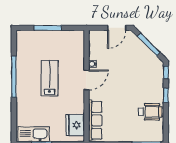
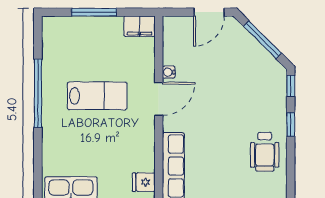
filing cabinet: (75, 36) -> (139, 26), added
lab bench: (50, 78) -> (97, 96), turned 90
wheelchair: (150, 112) -> (265, 152), turned 90
fridge: (75, 125) -> (144, 182), width x0.53, depth x0.75

